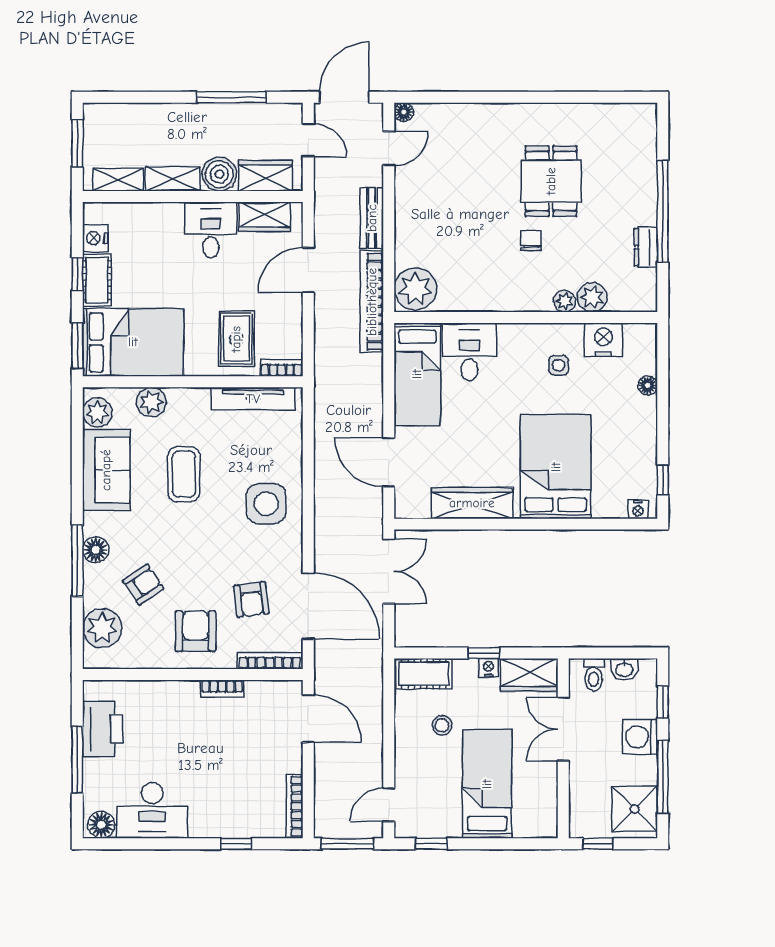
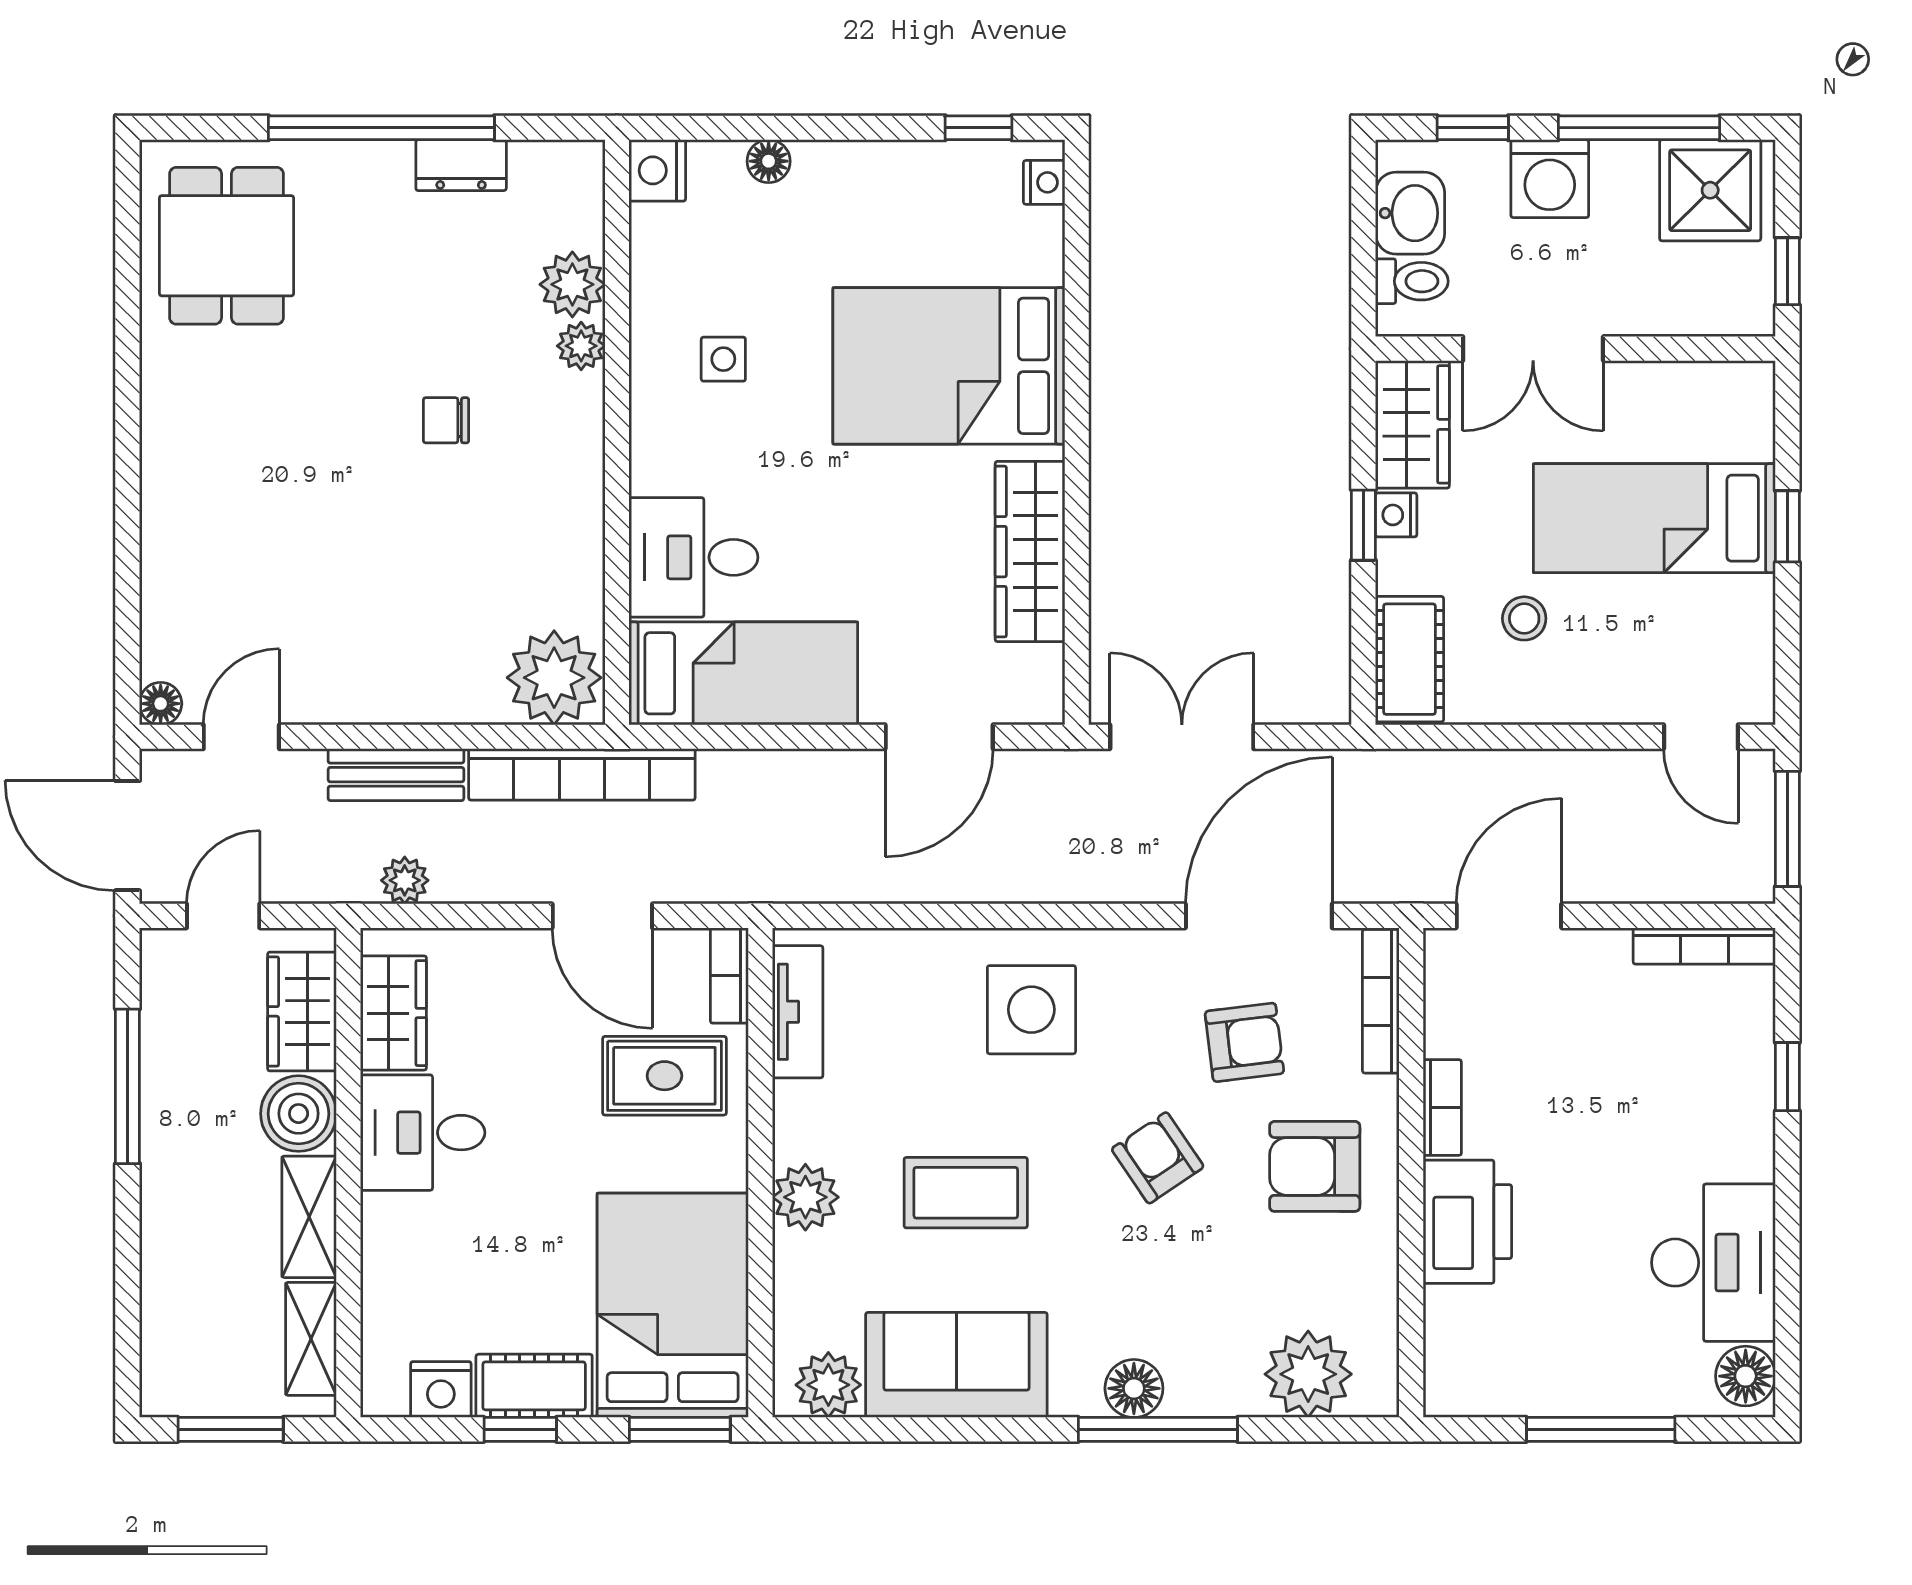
door: (389, 148) -> (241, 737), hinge flipped
dining table: (551, 181) -> (226, 246), moved, turned 90
plant: (324, 222) -> (405, 880), added
door: (308, 270) -> (602, 916), moved
nightstand: (603, 340) -> (657, 170), moved, width x0.74, depth x0.75
tv unit: (253, 399) -> (798, 1012), width x0.71
plant: (151, 402) -> (805, 1197), moved
armchair: (143, 584) -> (1158, 1158), moved
washbasin: (624, 669) -> (1410, 213), width x1.38, depth x1.45
printer: (103, 729) -> (1467, 1222), moved, turned 90
window: (431, 844) -> (1787, 526), moved

